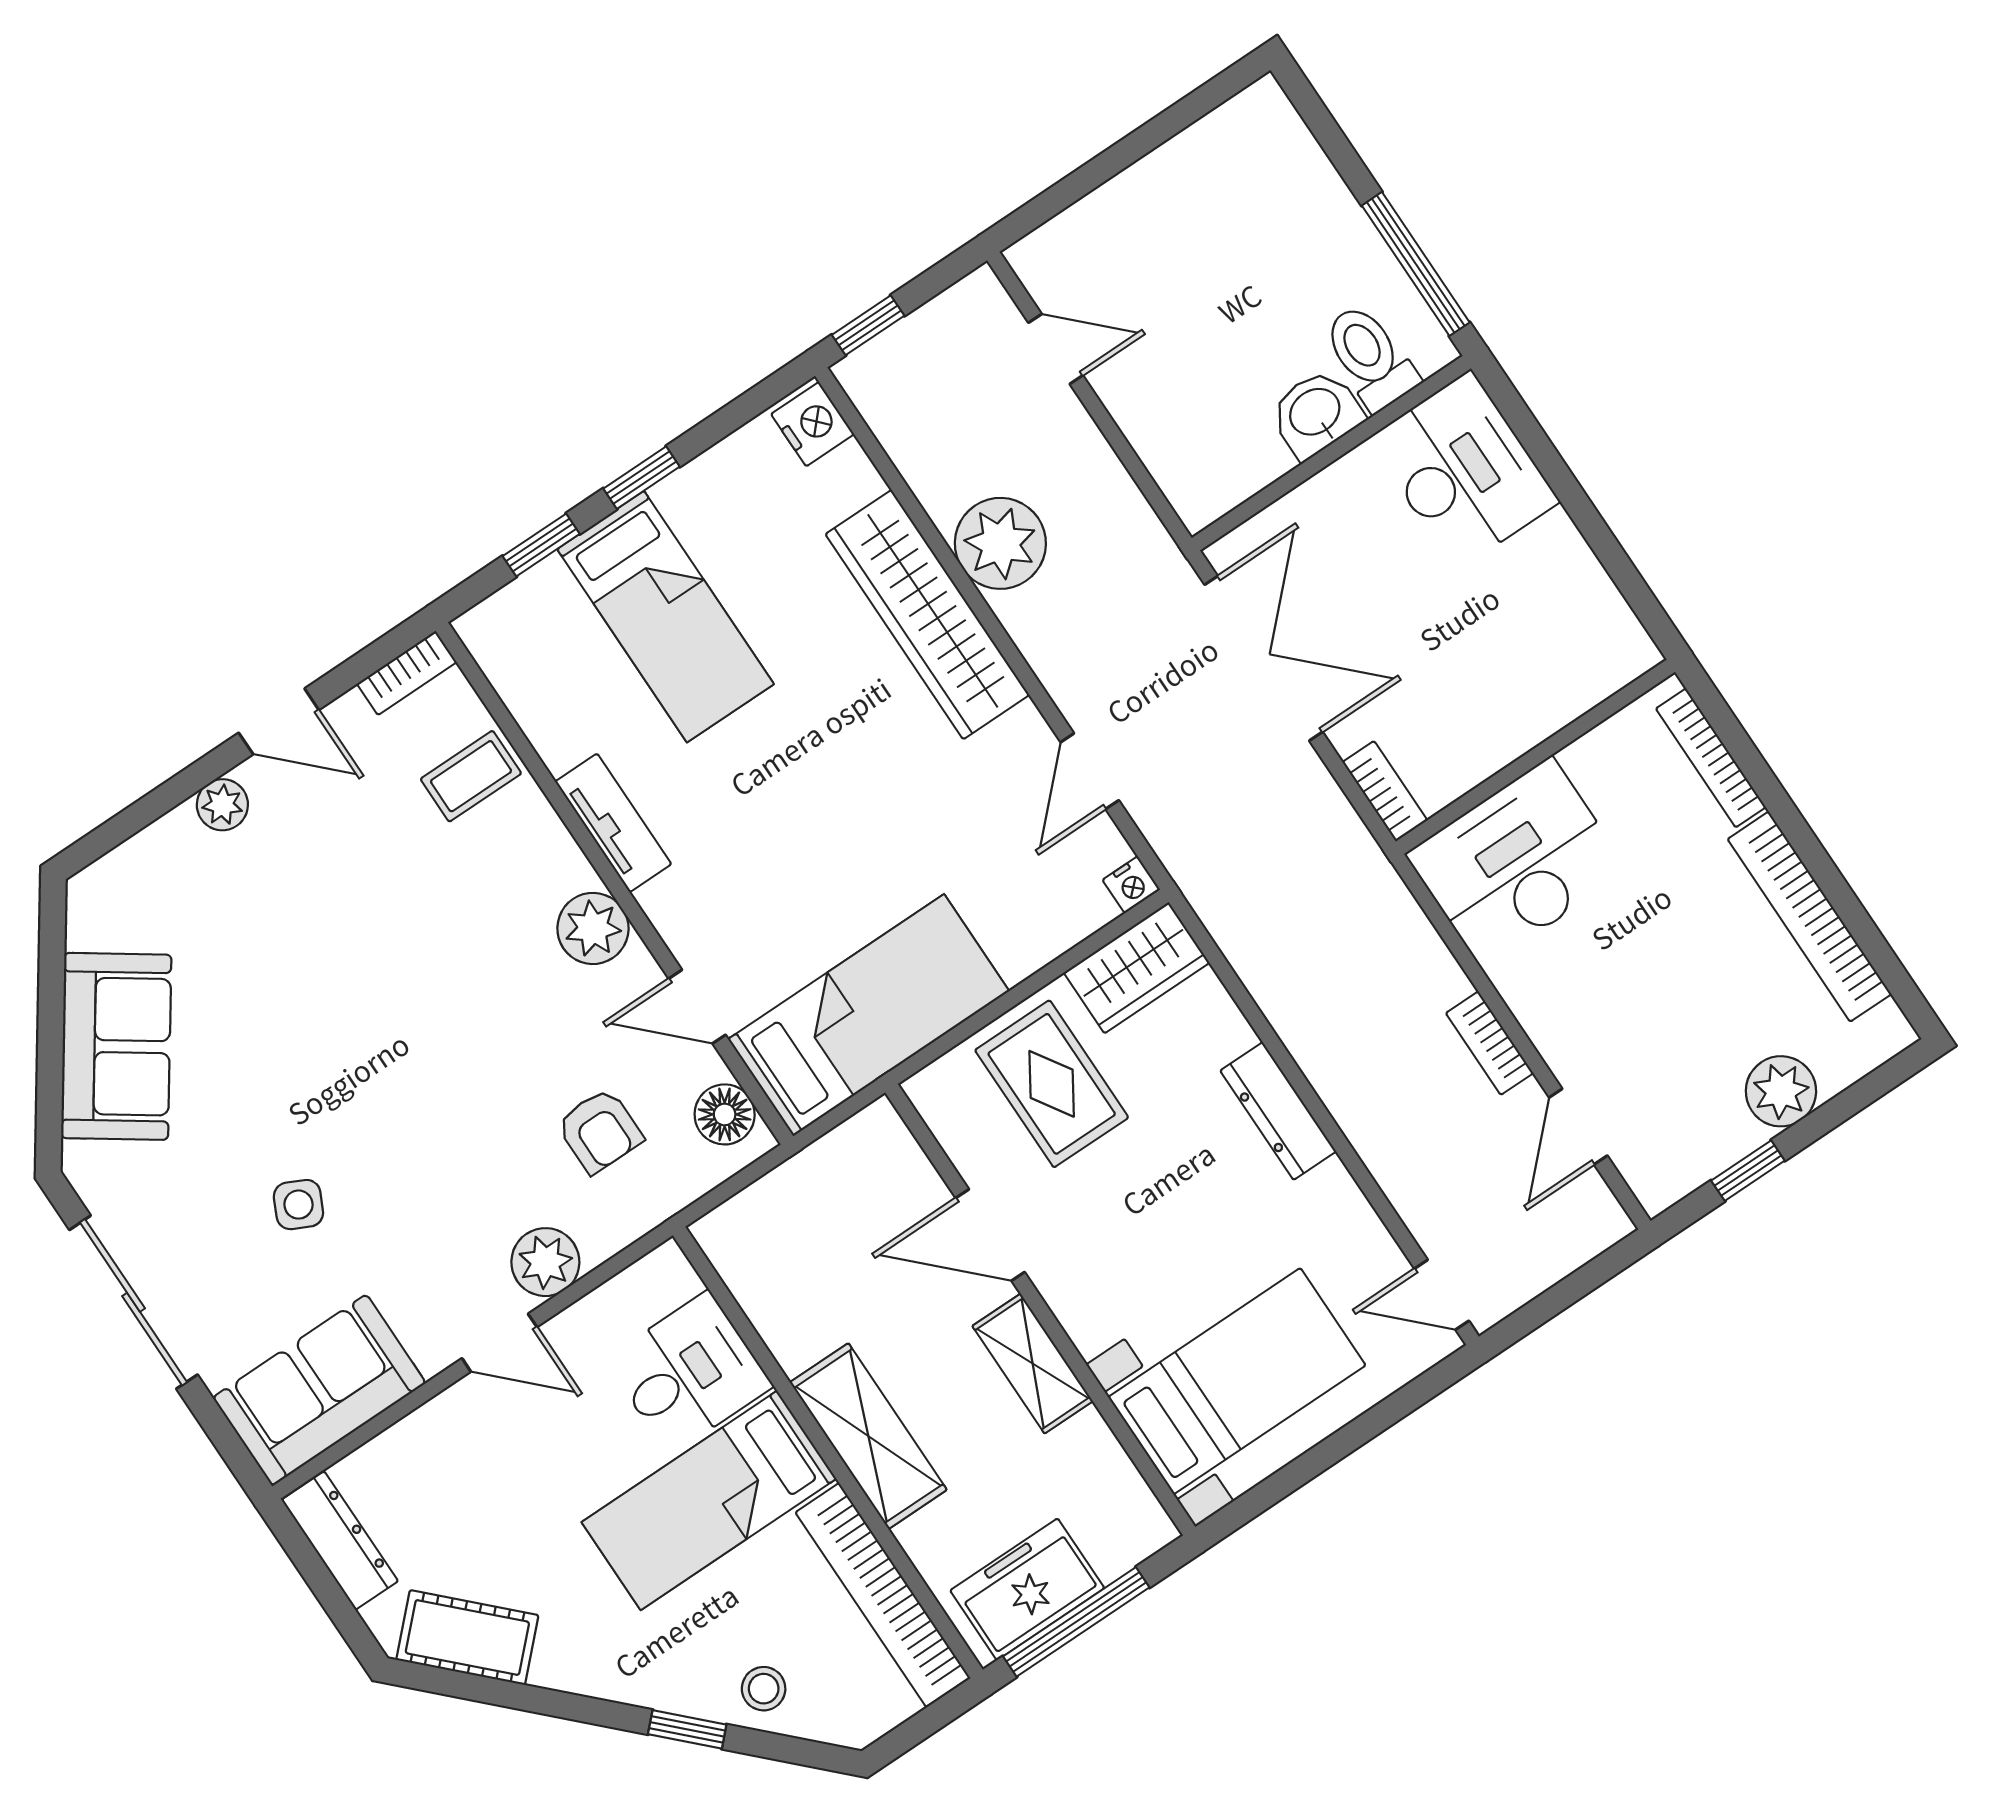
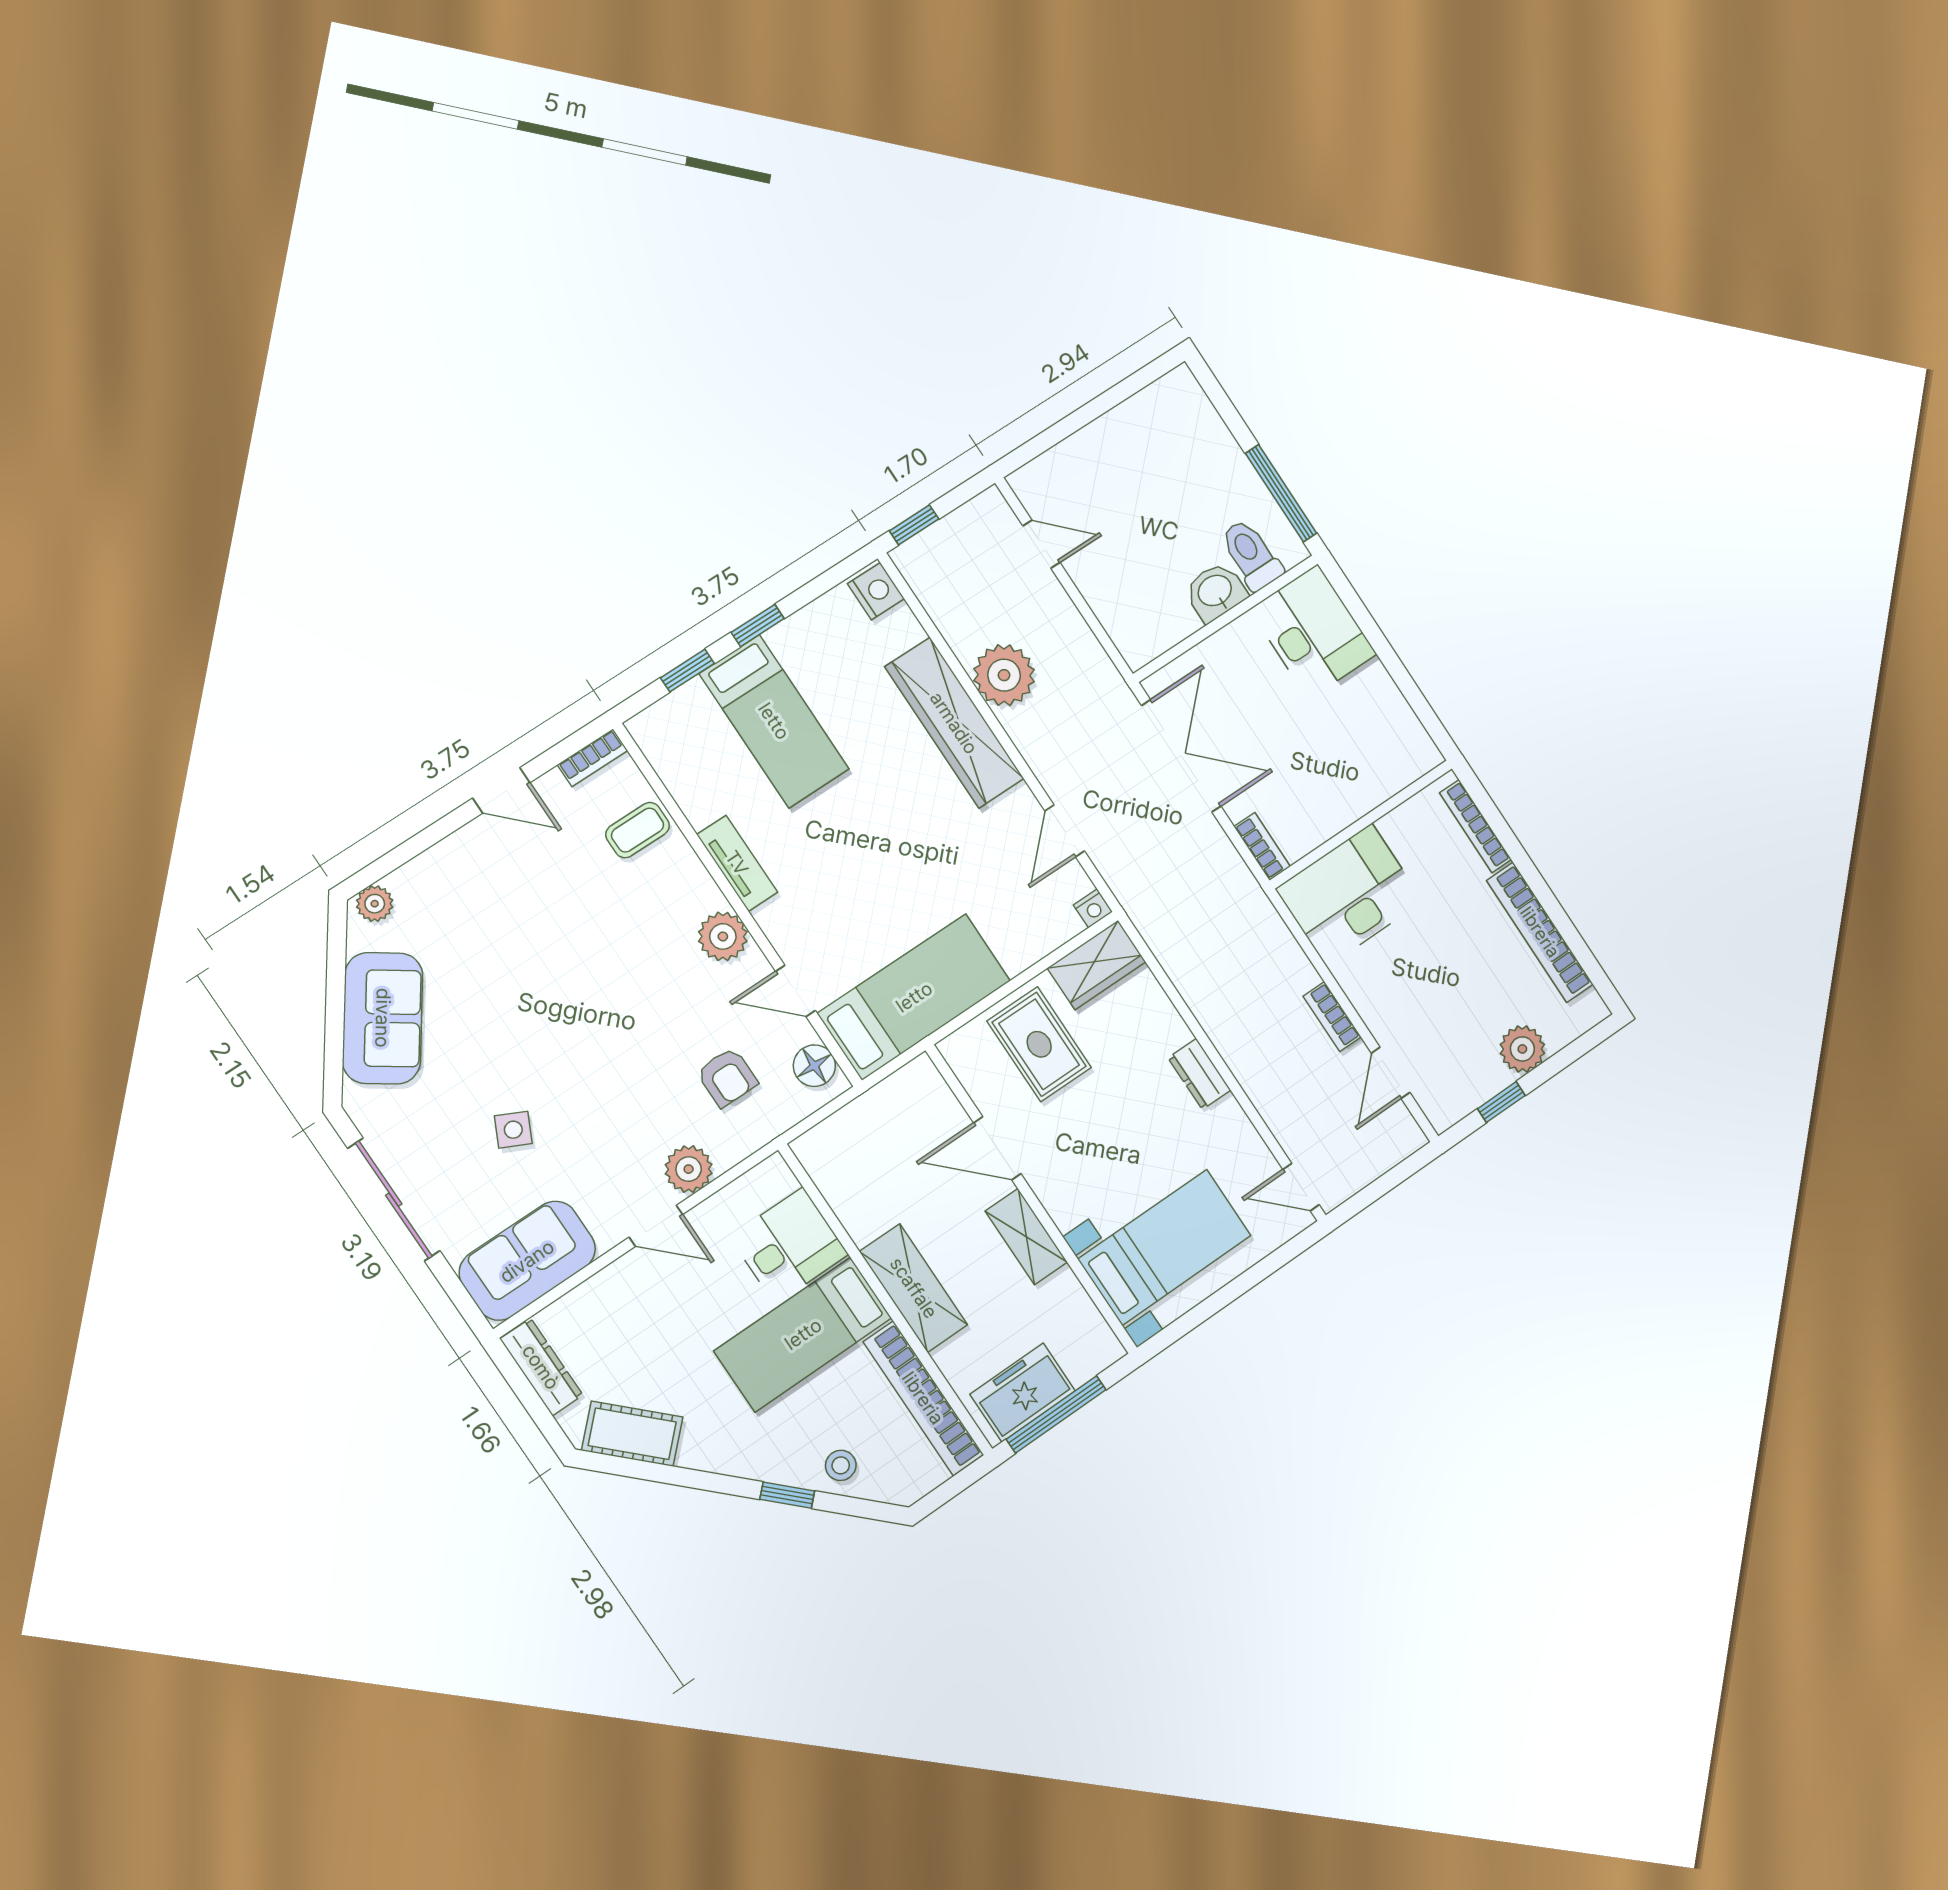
plant: (222, 805) -> (375, 904), moved
dresser: (1278, 1111) -> (1199, 1074), width x0.70

